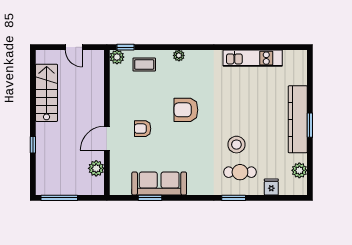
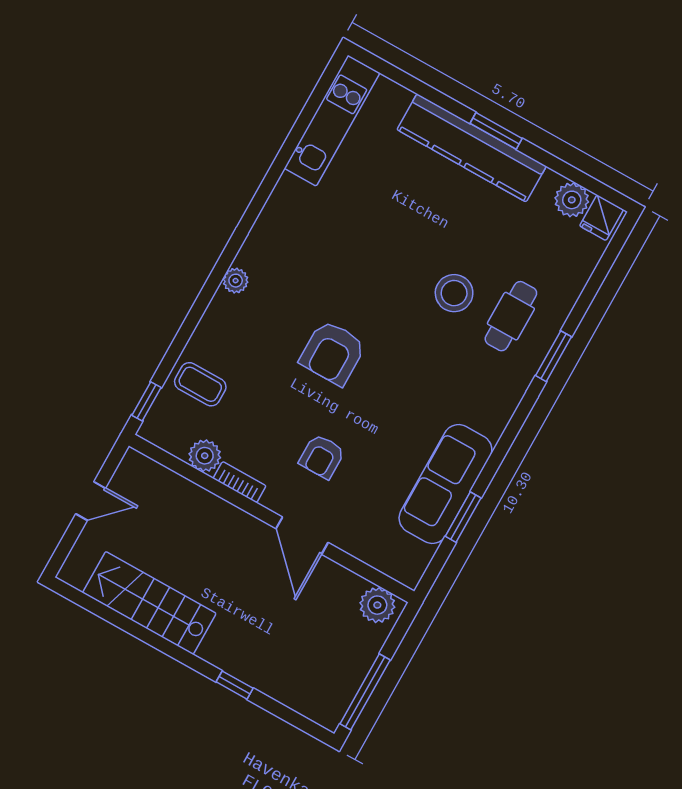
plant: (179, 55) -> (236, 281), moved
plant: (117, 57) -> (205, 456), moved
kitchen unit: (253, 58) -> (332, 121), moved
coffee table: (144, 65) -> (200, 384), turned 90
bookcase: (114, 102) -> (240, 482), added
plant: (96, 168) -> (377, 605), moved
fridge: (271, 187) -> (601, 218), moved, turned -90

